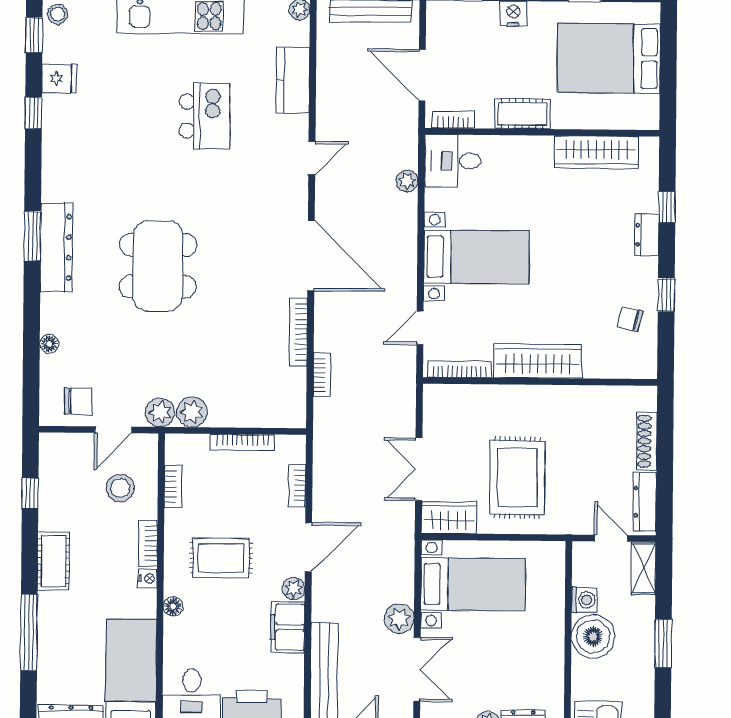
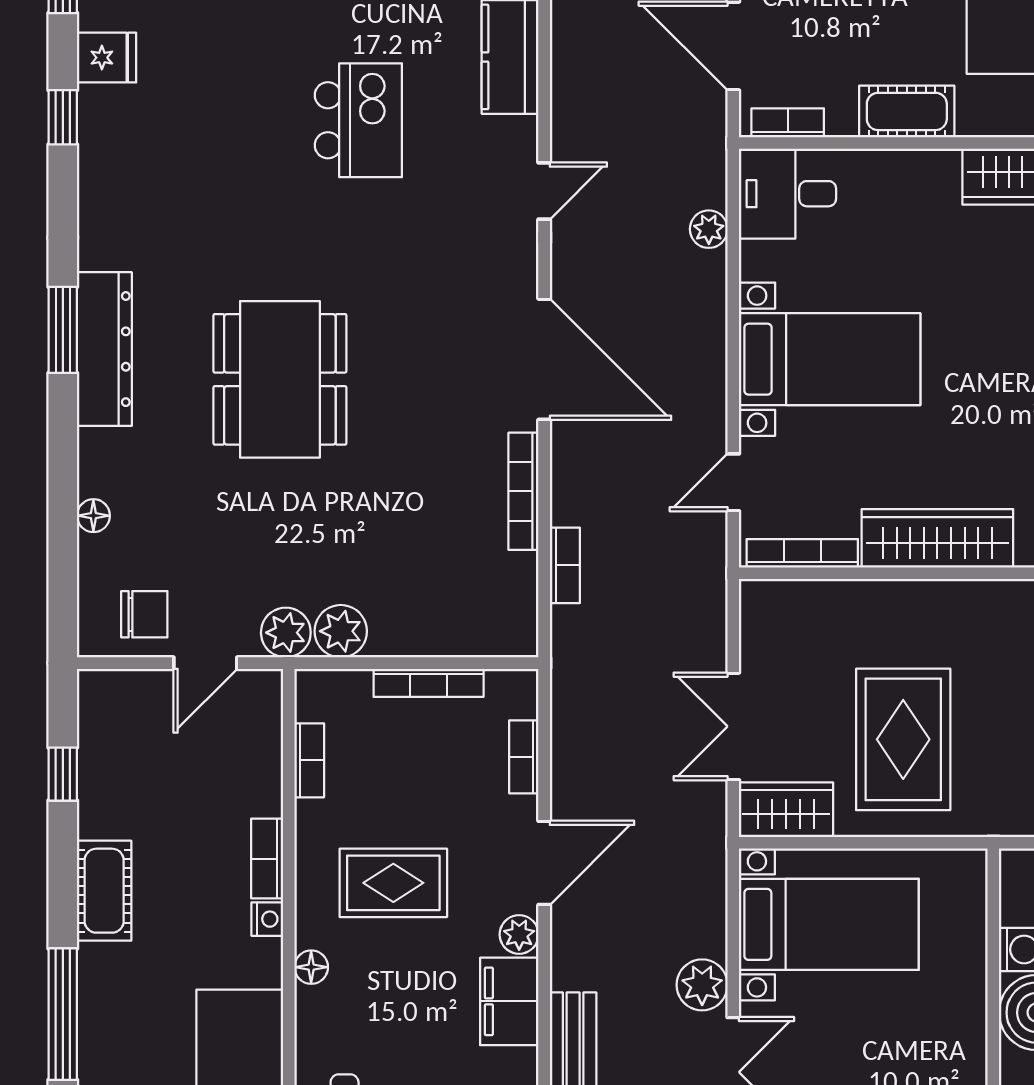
stool: (120, 488) -> (218, 763), removed

